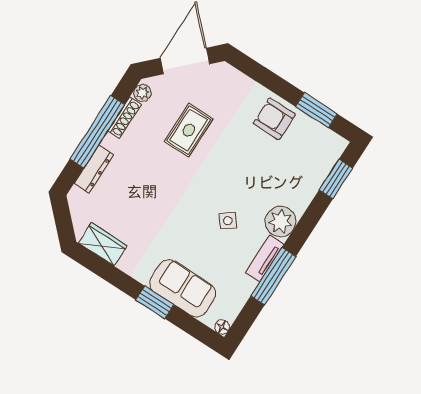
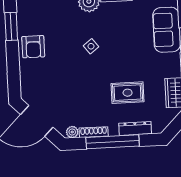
rug: (189, 130) -> (128, 93), moved
side table: (228, 221) -> (91, 46), moved

